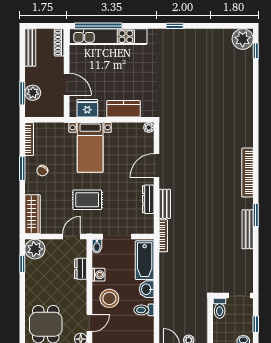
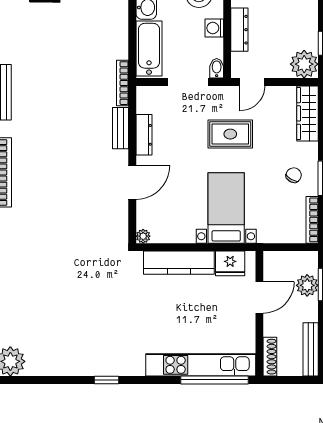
door: (67, 84) -> (259, 297), swing flipped
kitchen counter: (124, 109) -> (179, 263), width x1.50
dresser: (81, 269) -> (239, 30), width x1.44

